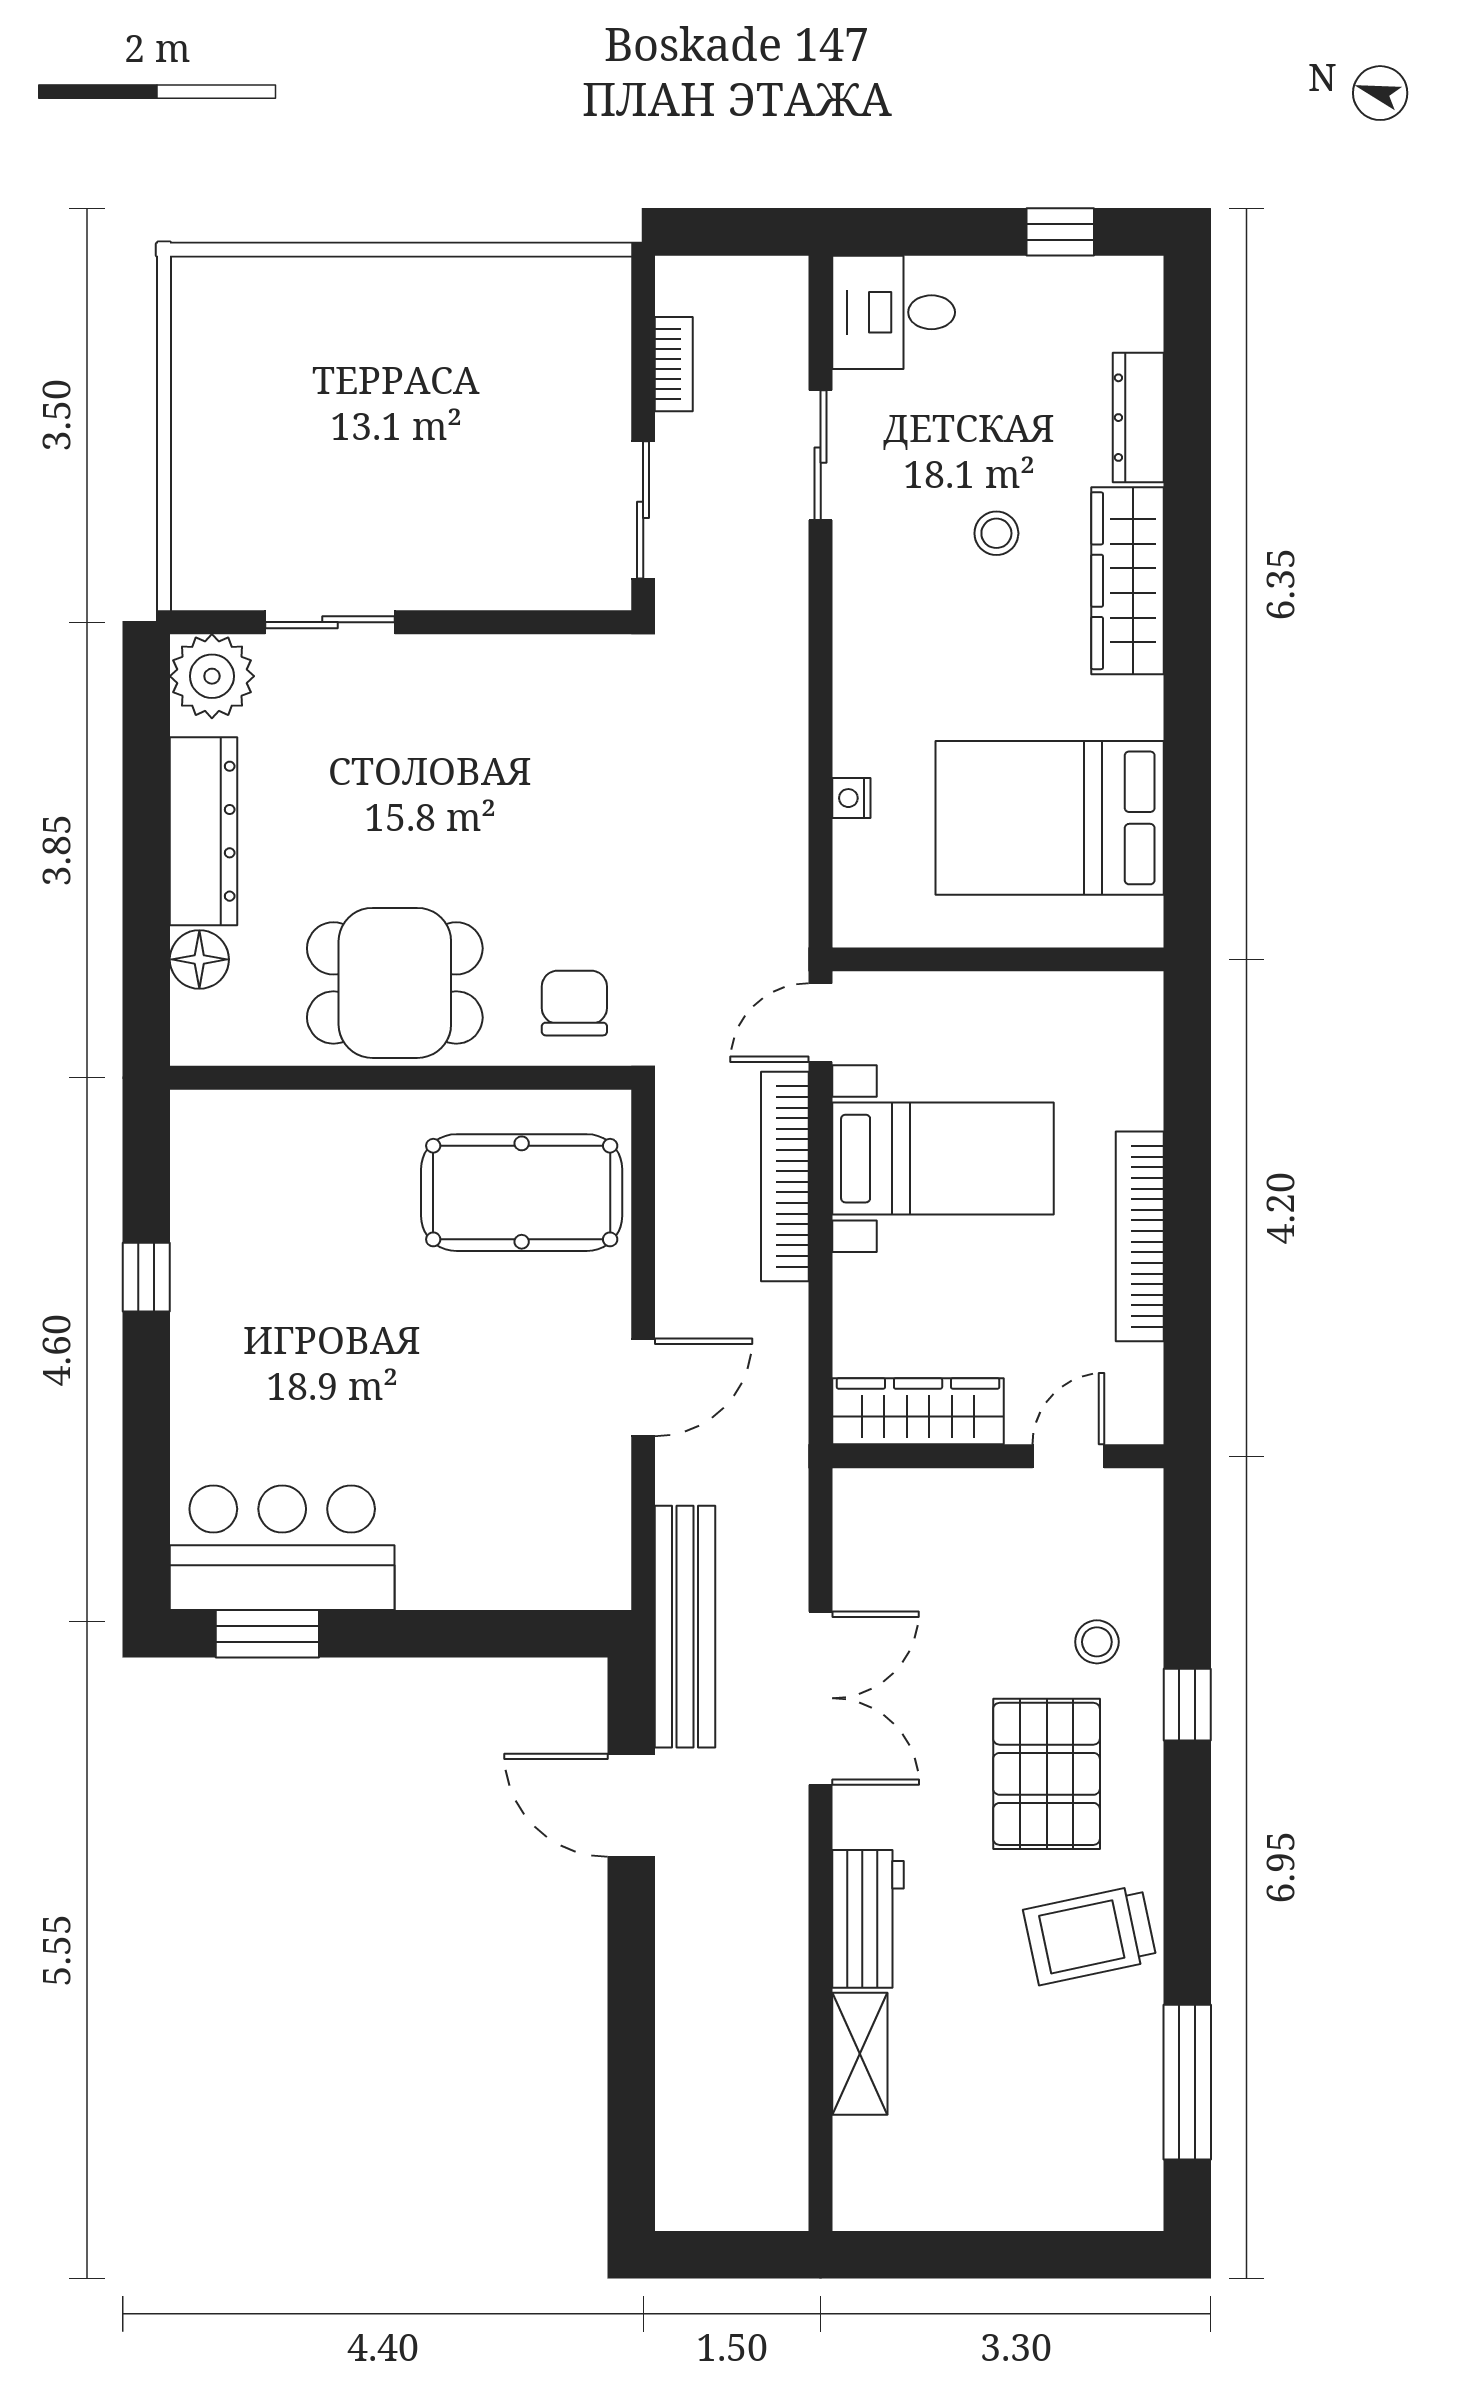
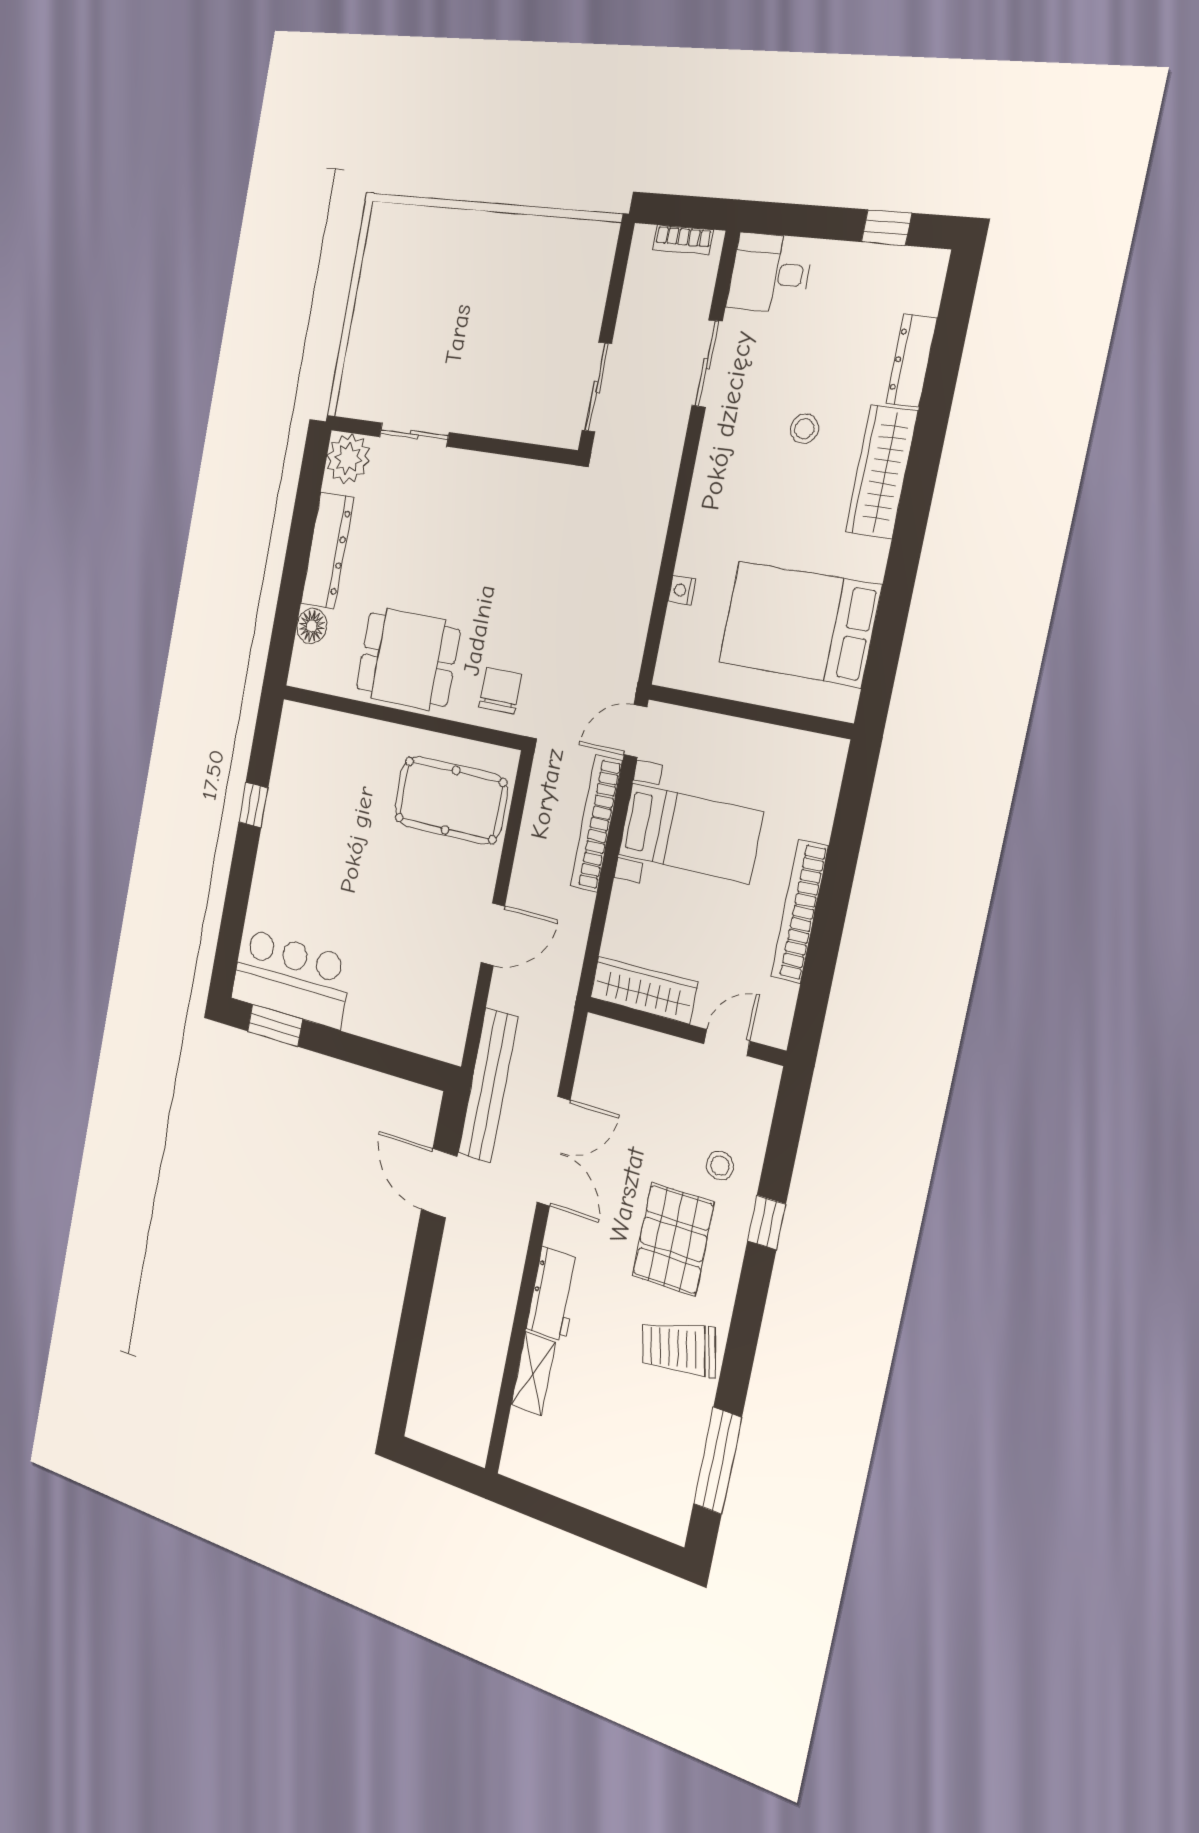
bookcase: (674, 364) -> (683, 240), moved, turned 90

